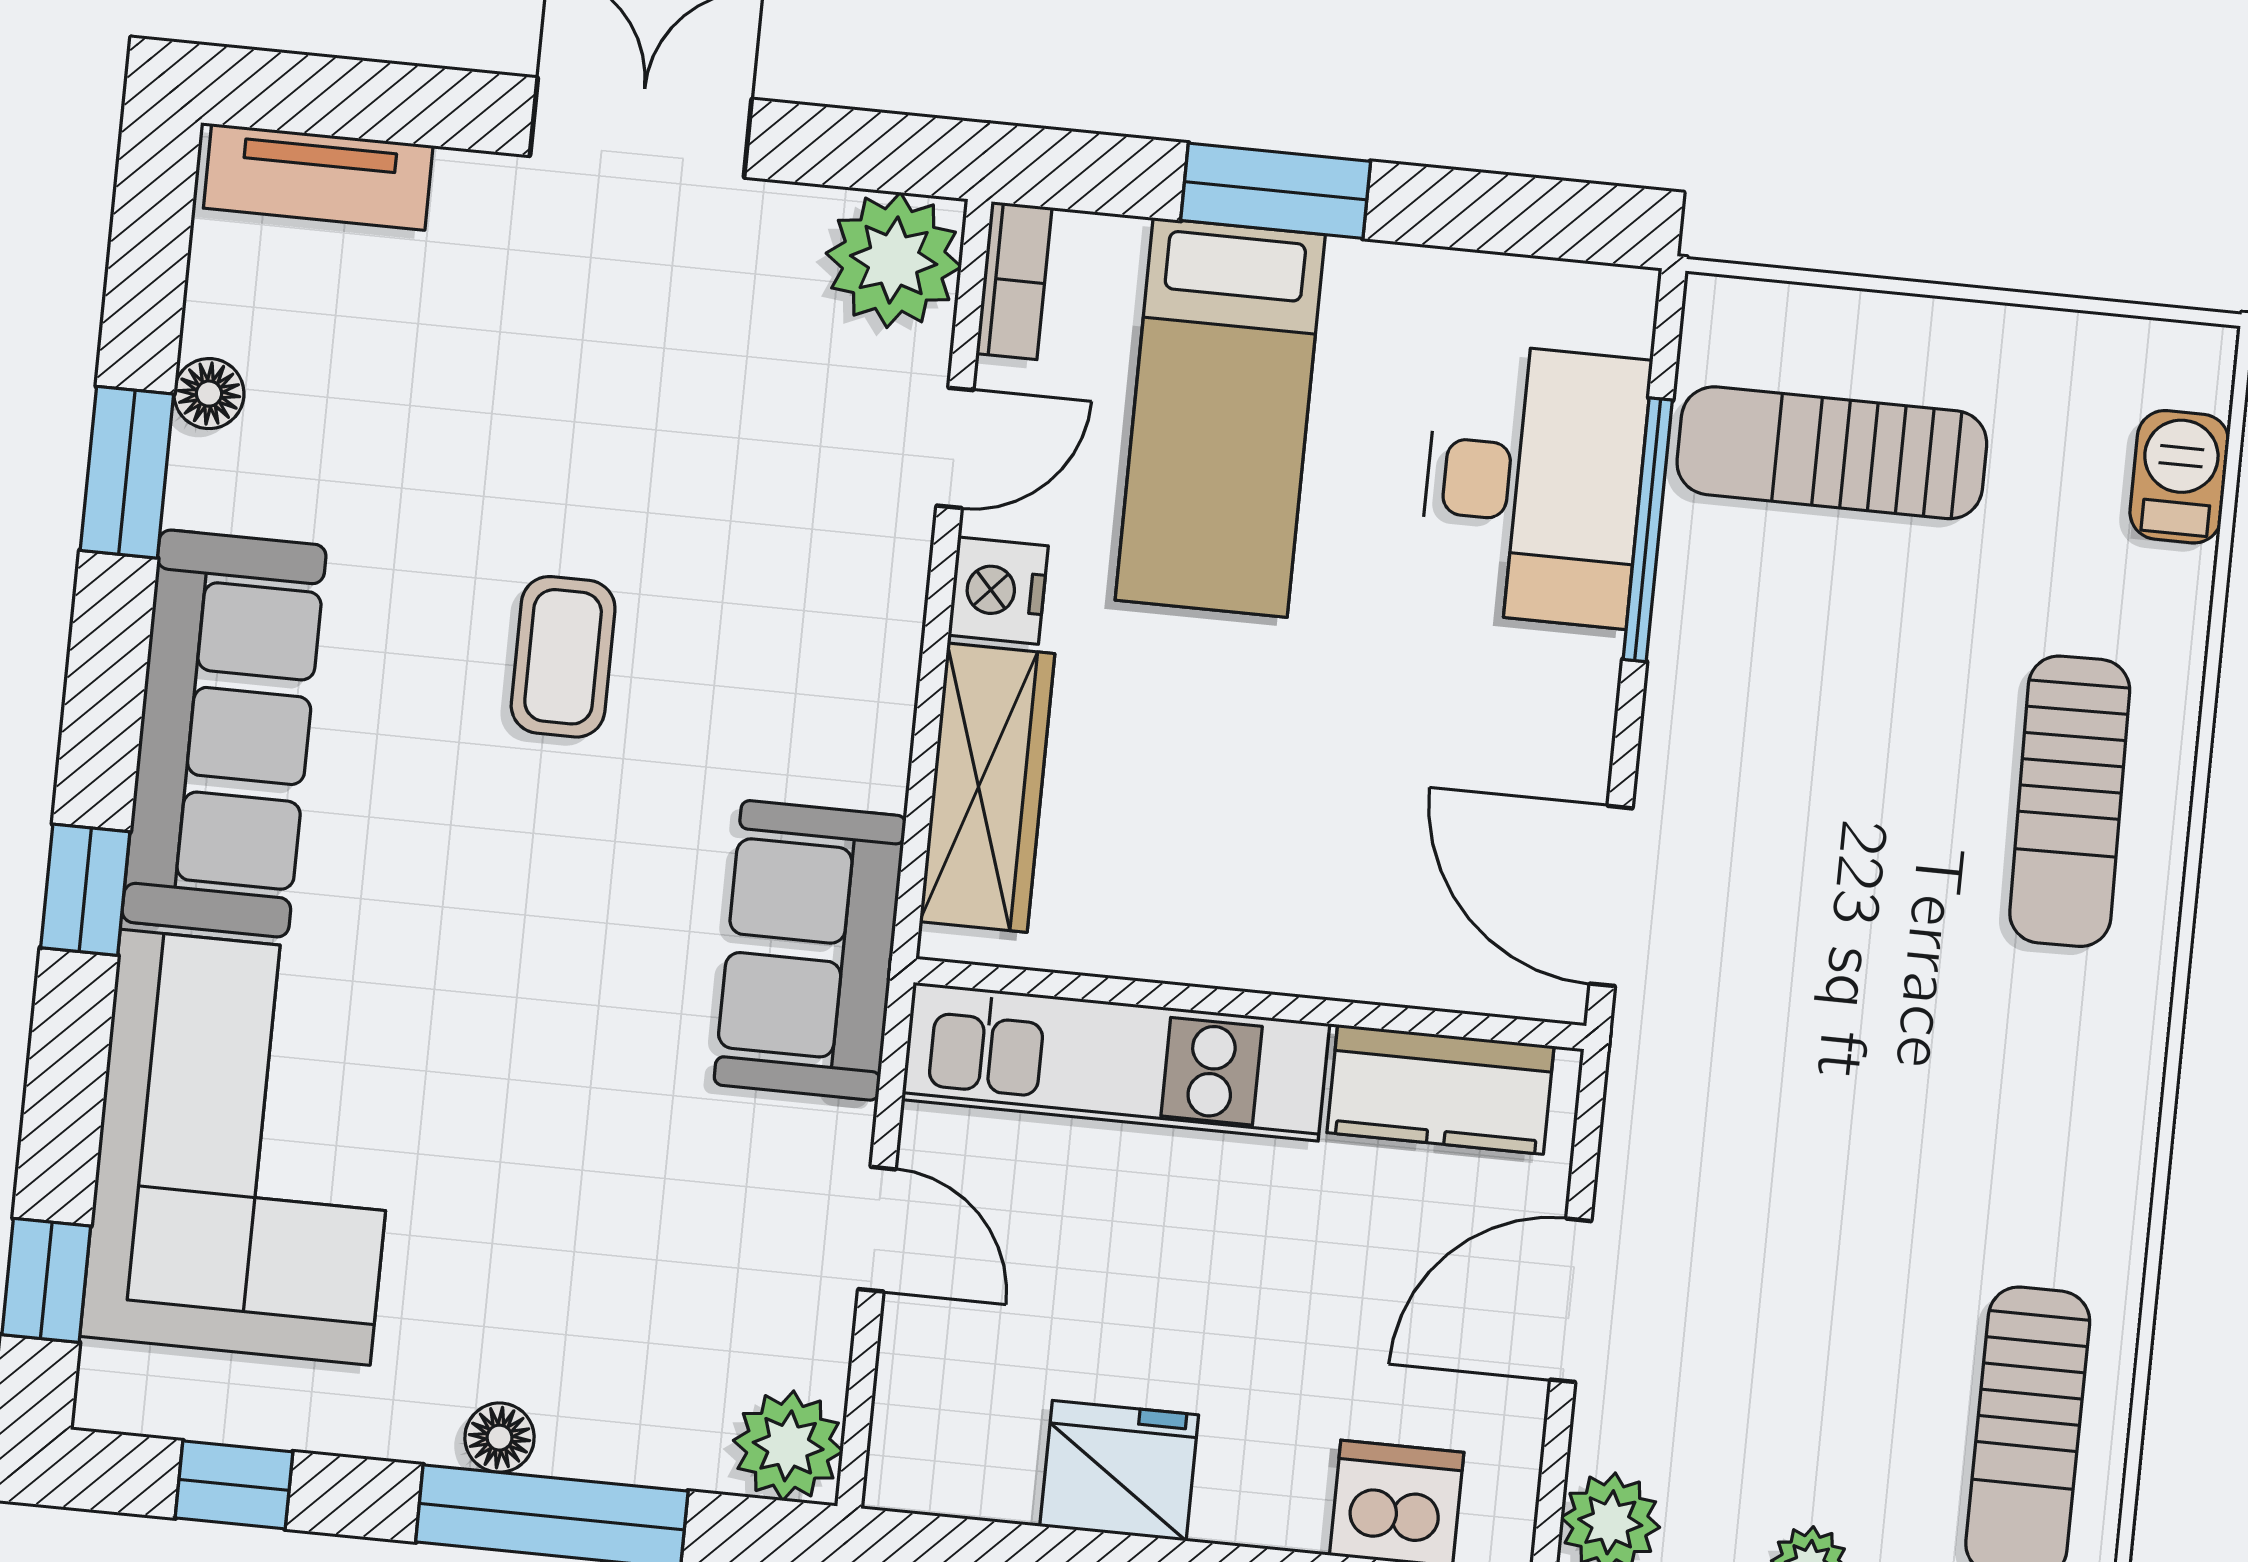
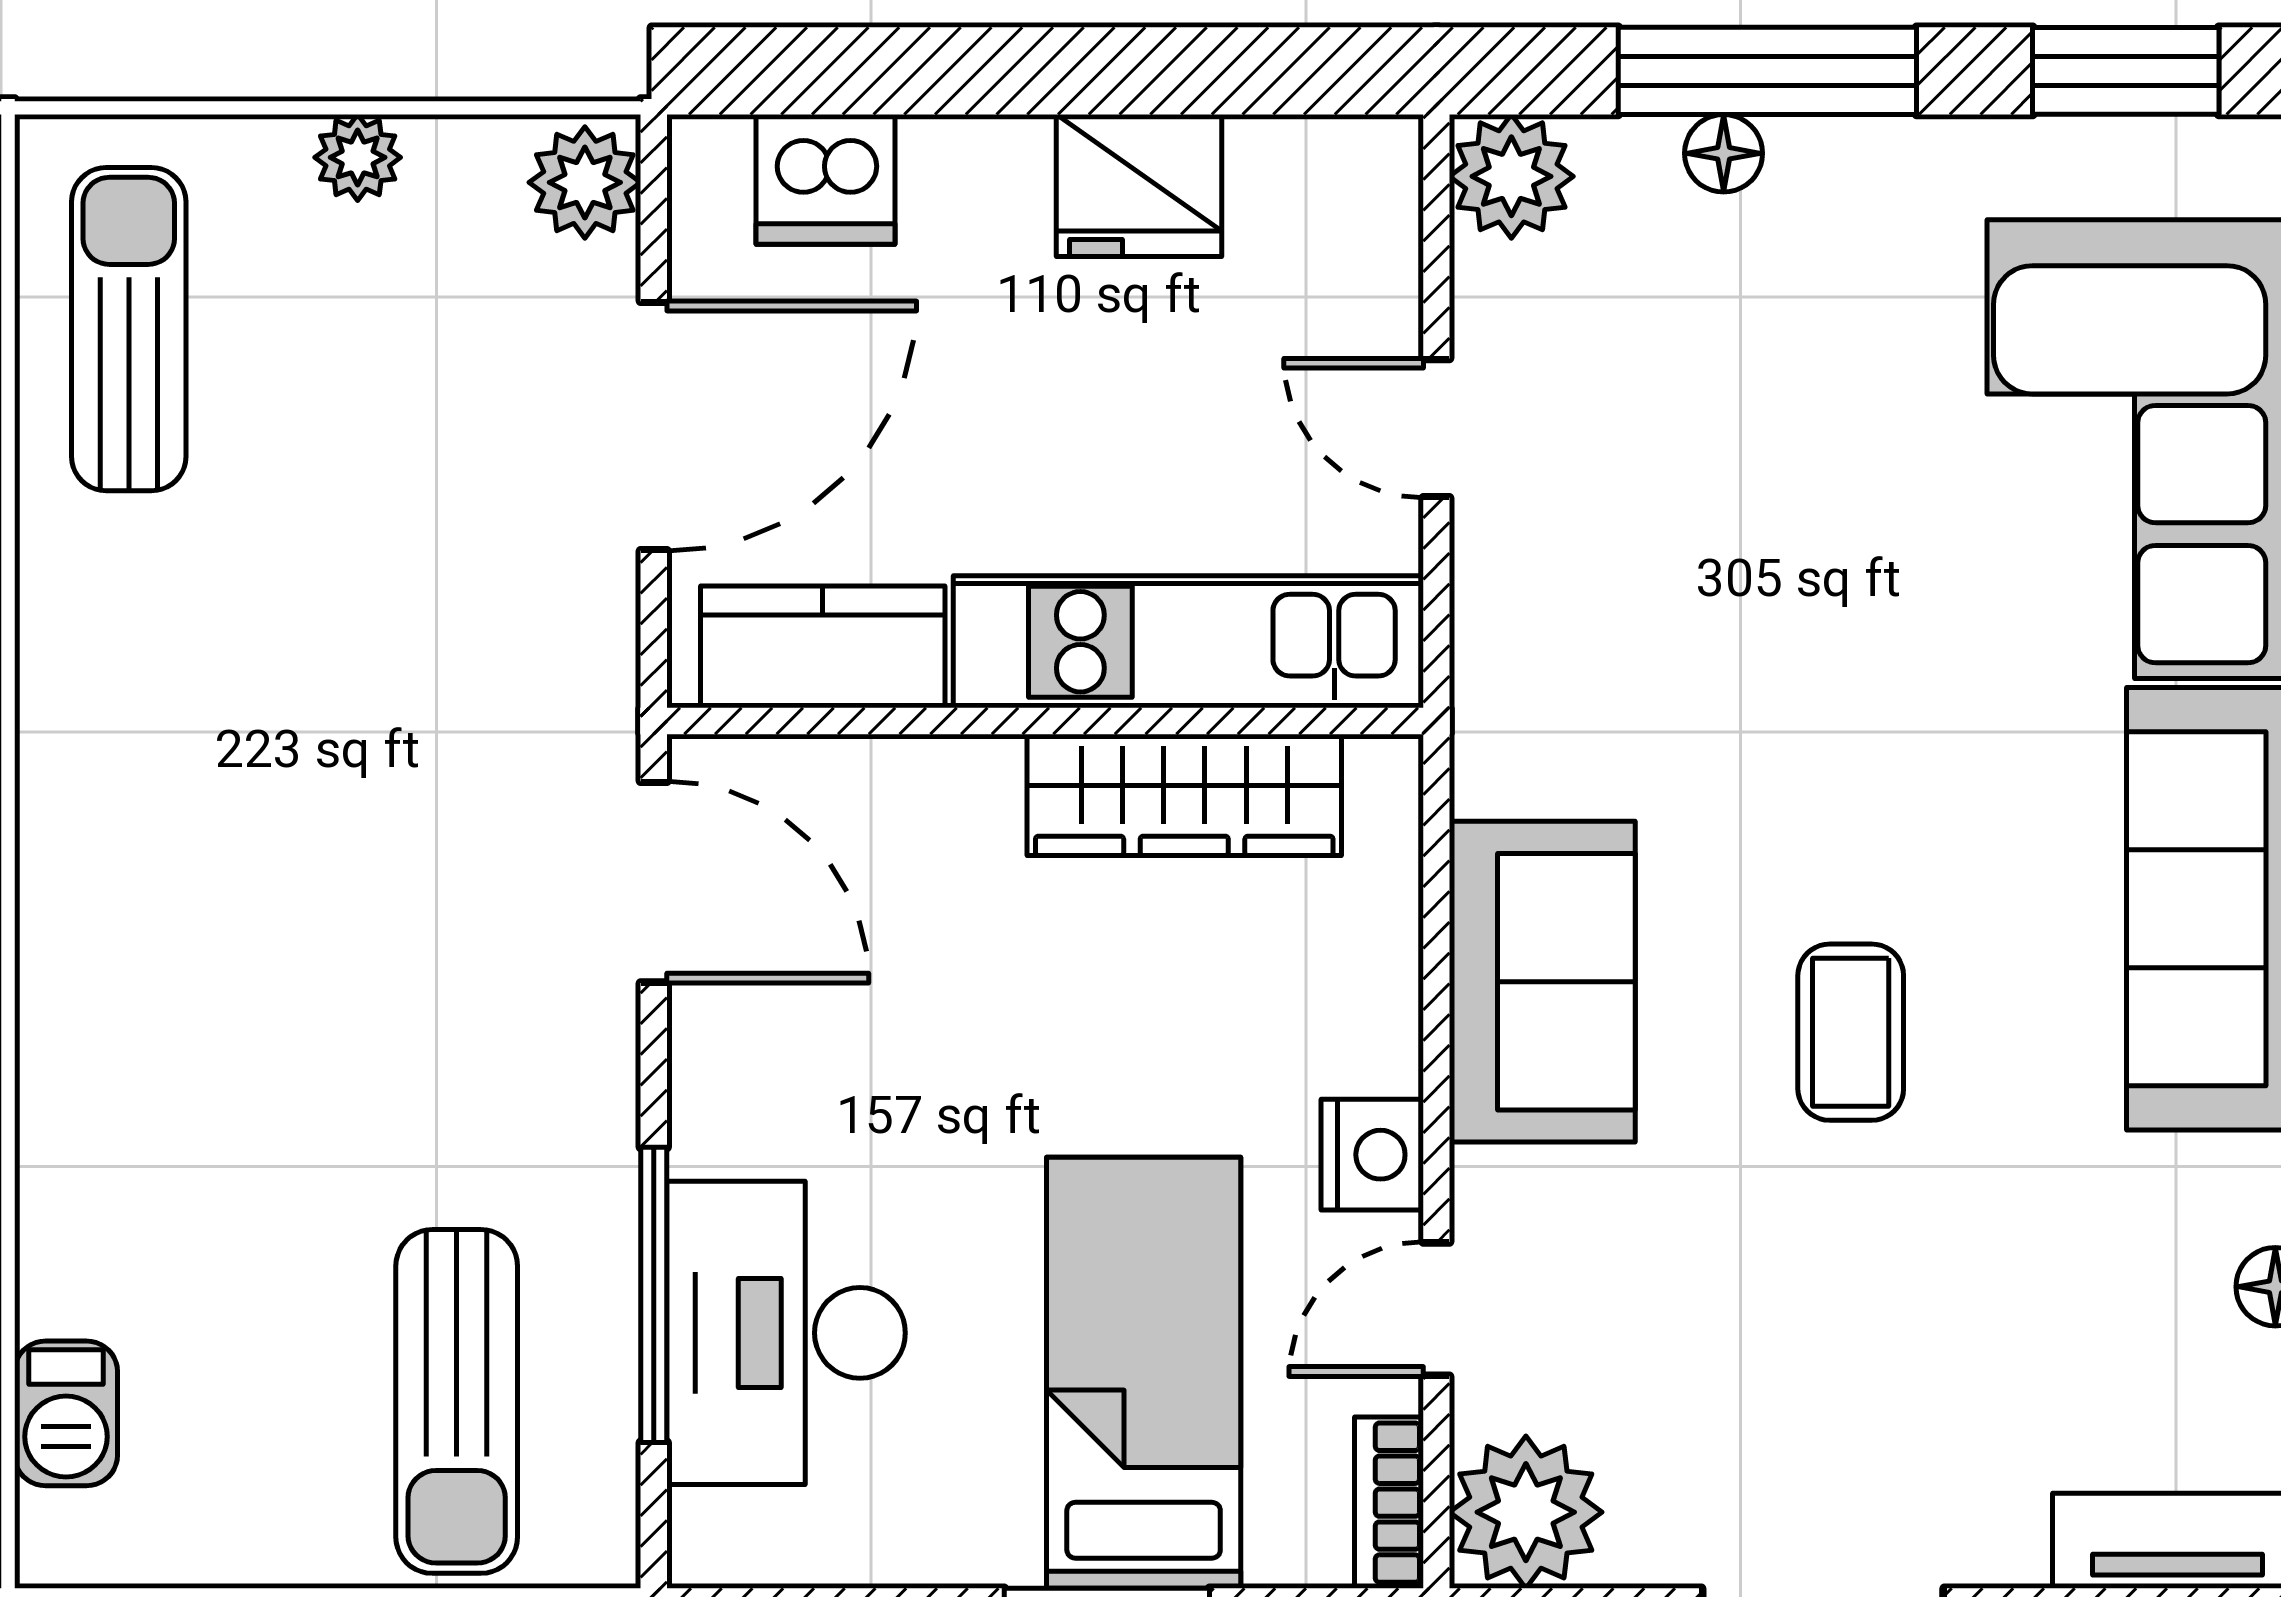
sun lounger: (1832, 453) -> (457, 1401), turned 90
wardrobe: (987, 788) -> (1184, 795), moved, turned -90
sun lounger: (2070, 801) -> (152, 1039), removed
sofa: (810, 950) -> (1542, 982), moved
door: (1571, 1300) -> (654, 426), width x1.36
floor lamp: (500, 1438) -> (1724, 153), moved
window: (234, 1485) -> (2126, 71), width x1.50

